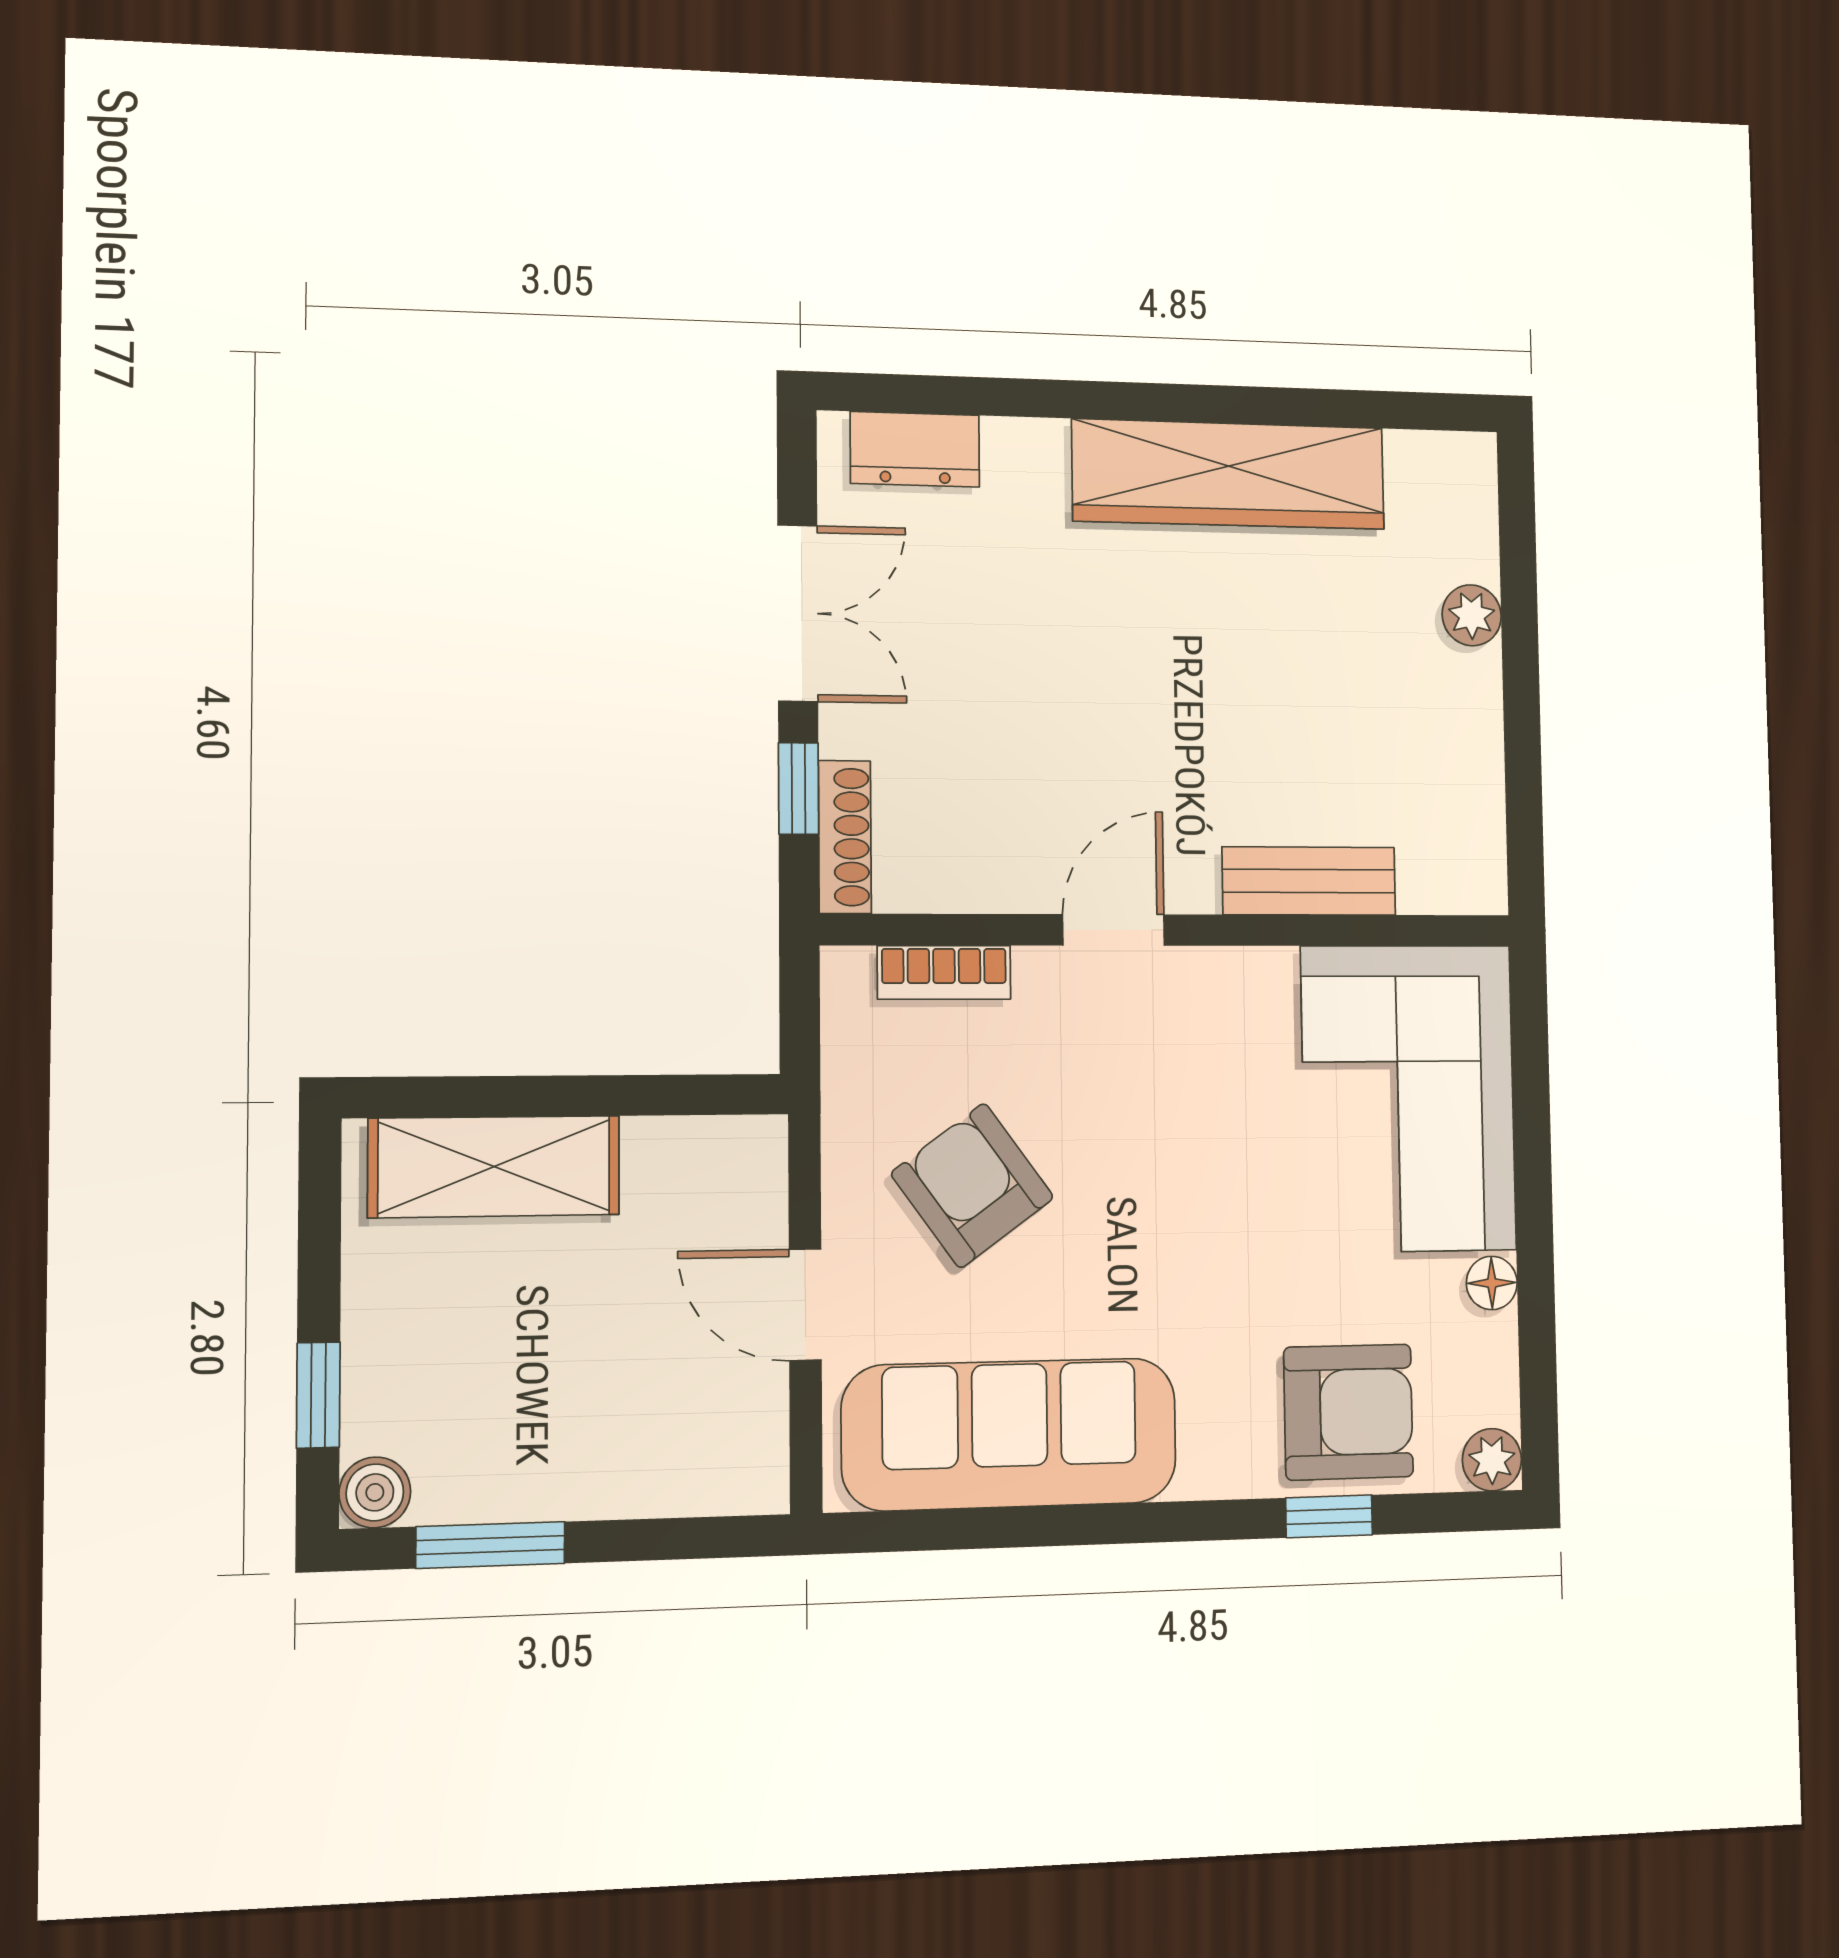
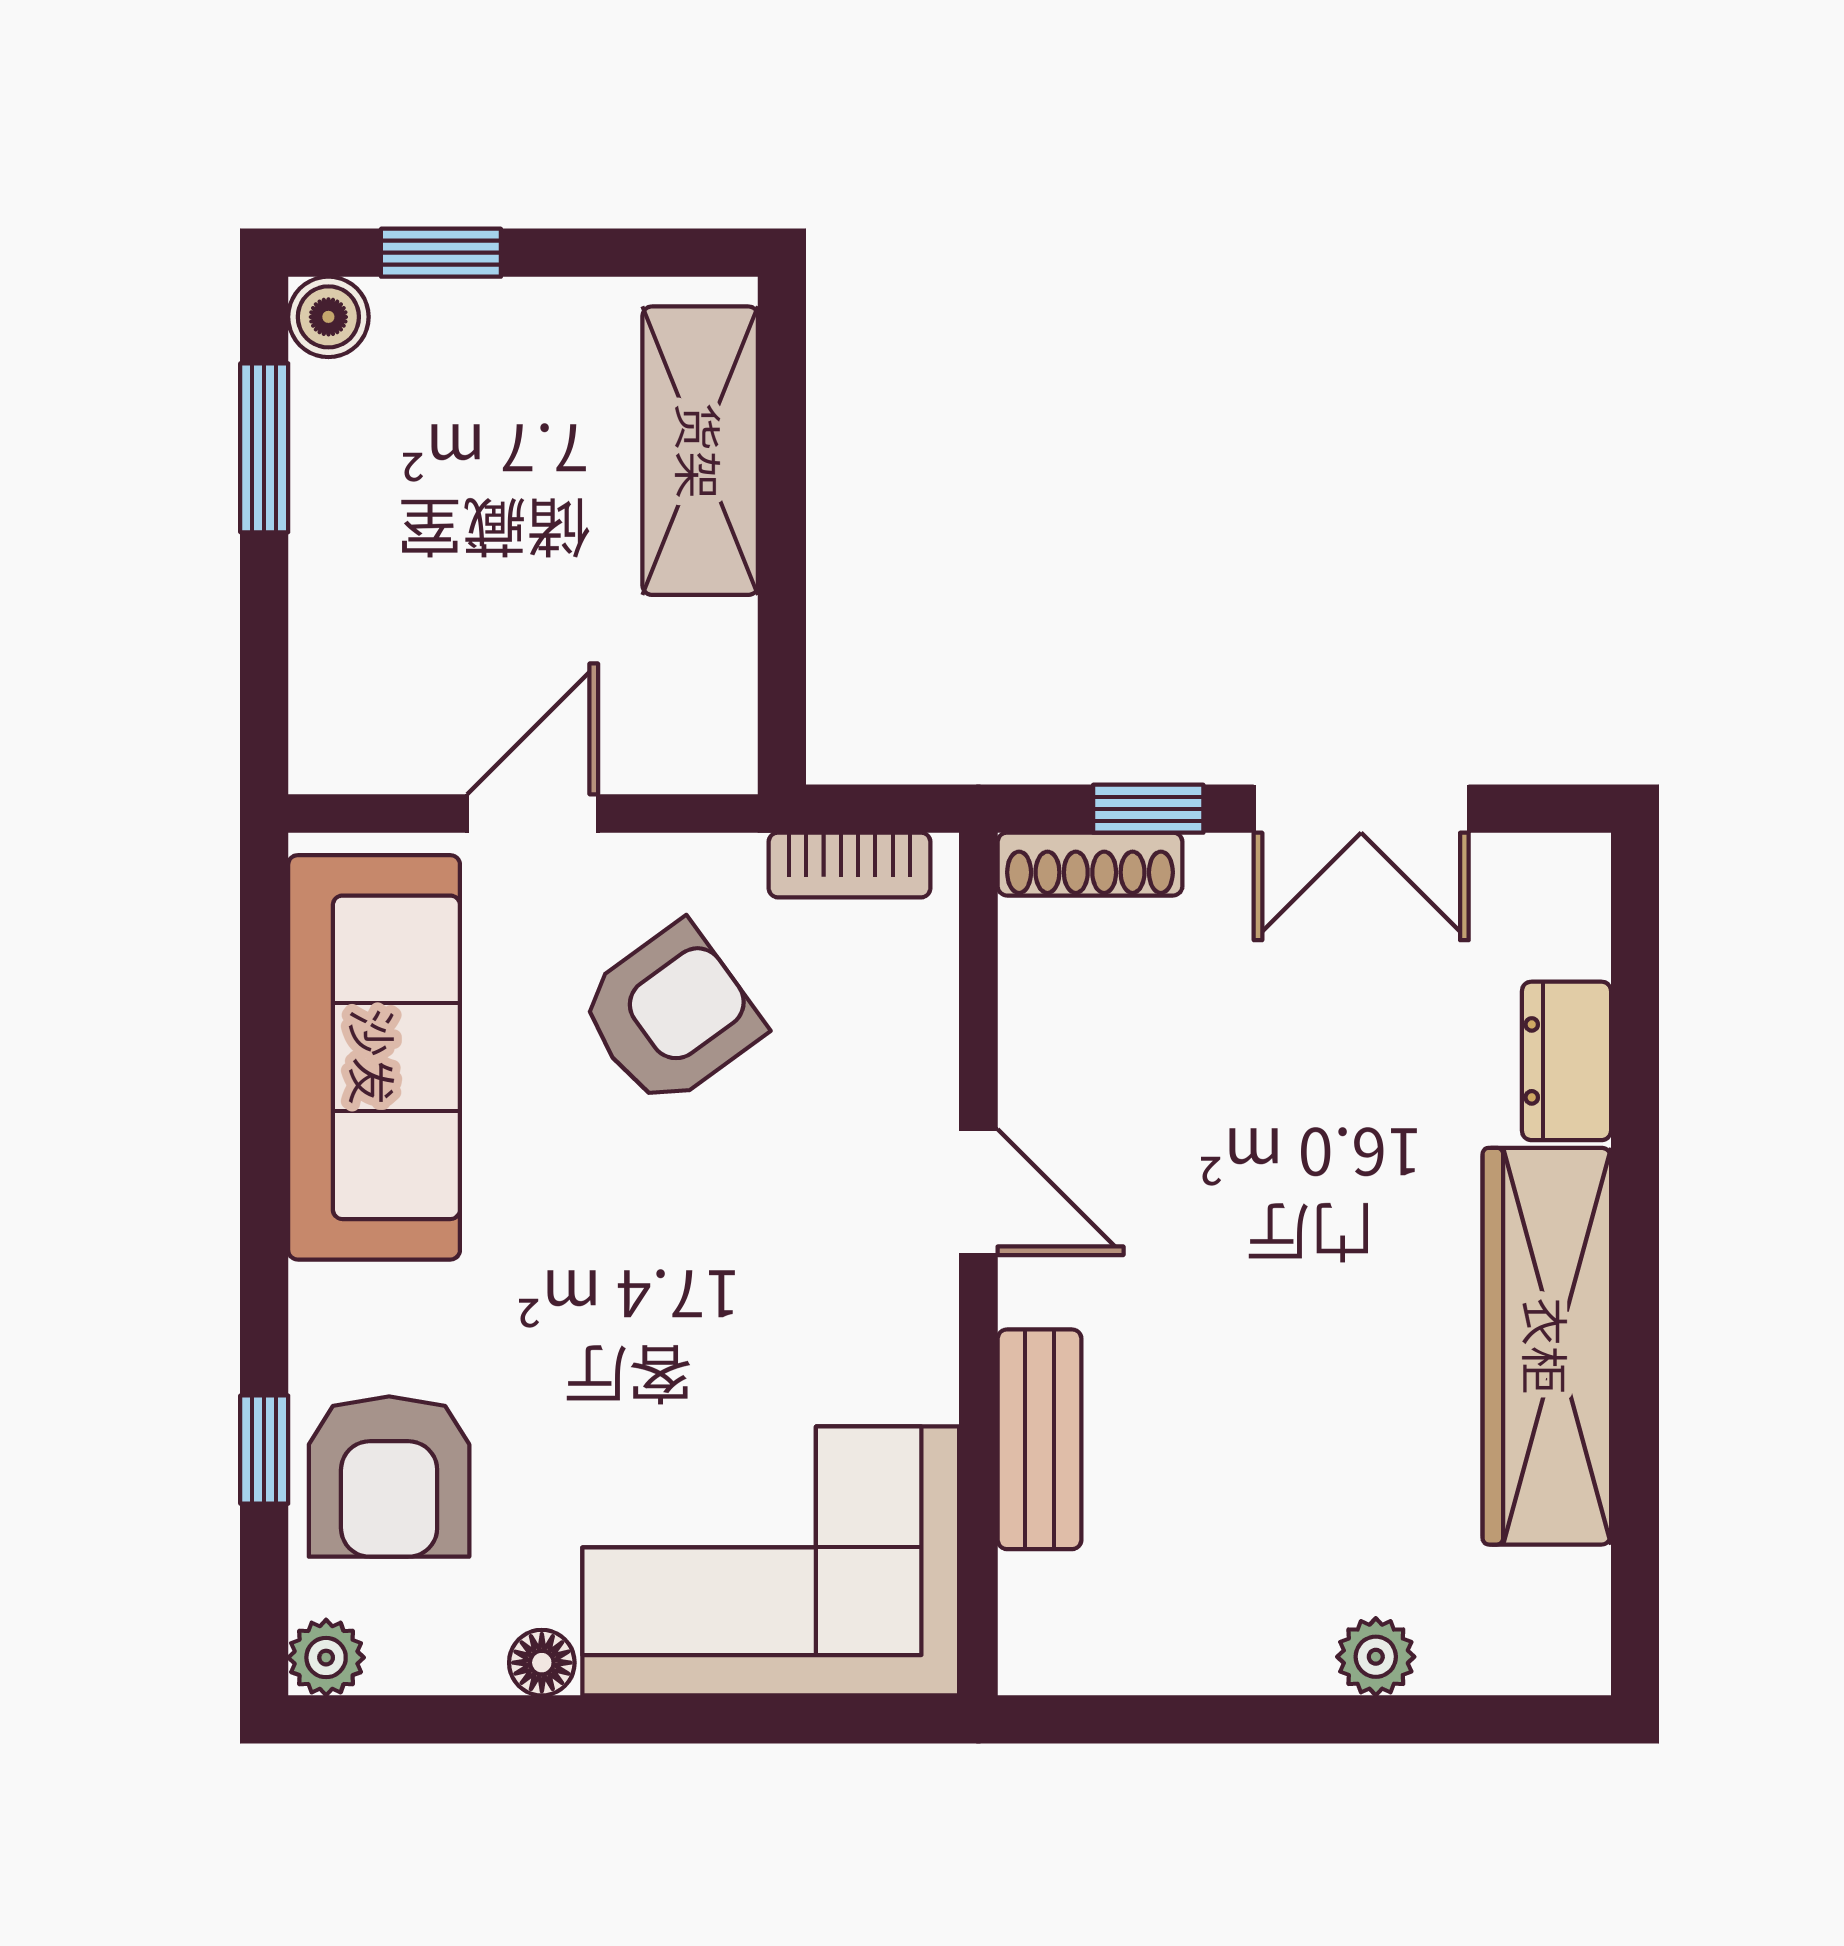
dresser: (915, 449) -> (1566, 1061), moved
bookcase: (944, 972) -> (850, 865), moved, turned -90

